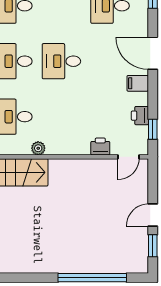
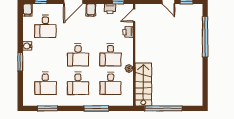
desk: (61, 117) -> (111, 55), added
door: (128, 157) -> (134, 15), swing flipped

